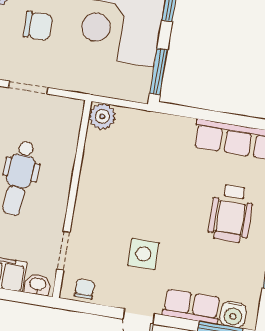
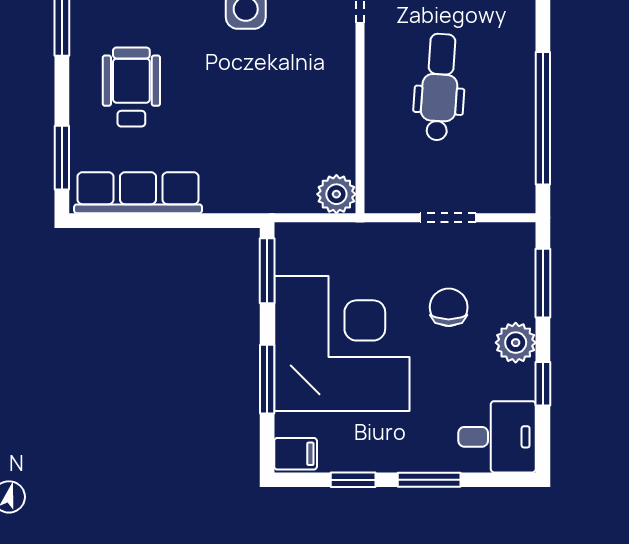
chair: (38, 26) -> (449, 307), turned 90

